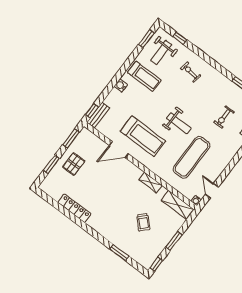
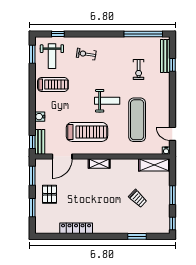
water cooler: (121, 85) -> (40, 117), moved
door: (119, 150) -> (62, 157), moved
shelving: (150, 183) -> (99, 164), moved

